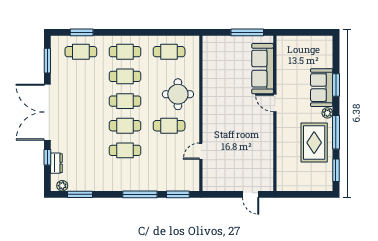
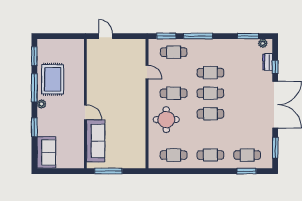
cafe table: (125, 76) -> (174, 52), moved
sofa: (322, 88) -> (46, 152), moved
door: (201, 151) -> (147, 72), hinge flipped

